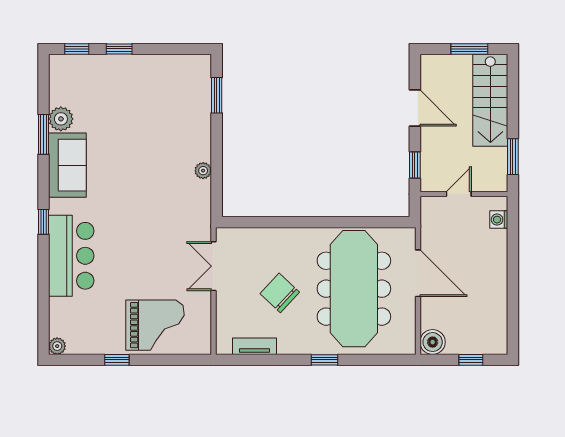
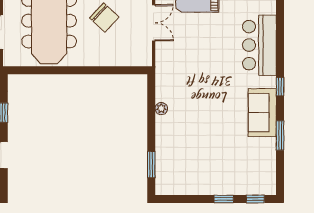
plant: (61, 119) -> (267, 147), removed
window: (43, 222) -> (280, 87), moved
double door: (213, 266) -> (154, 23), moved

